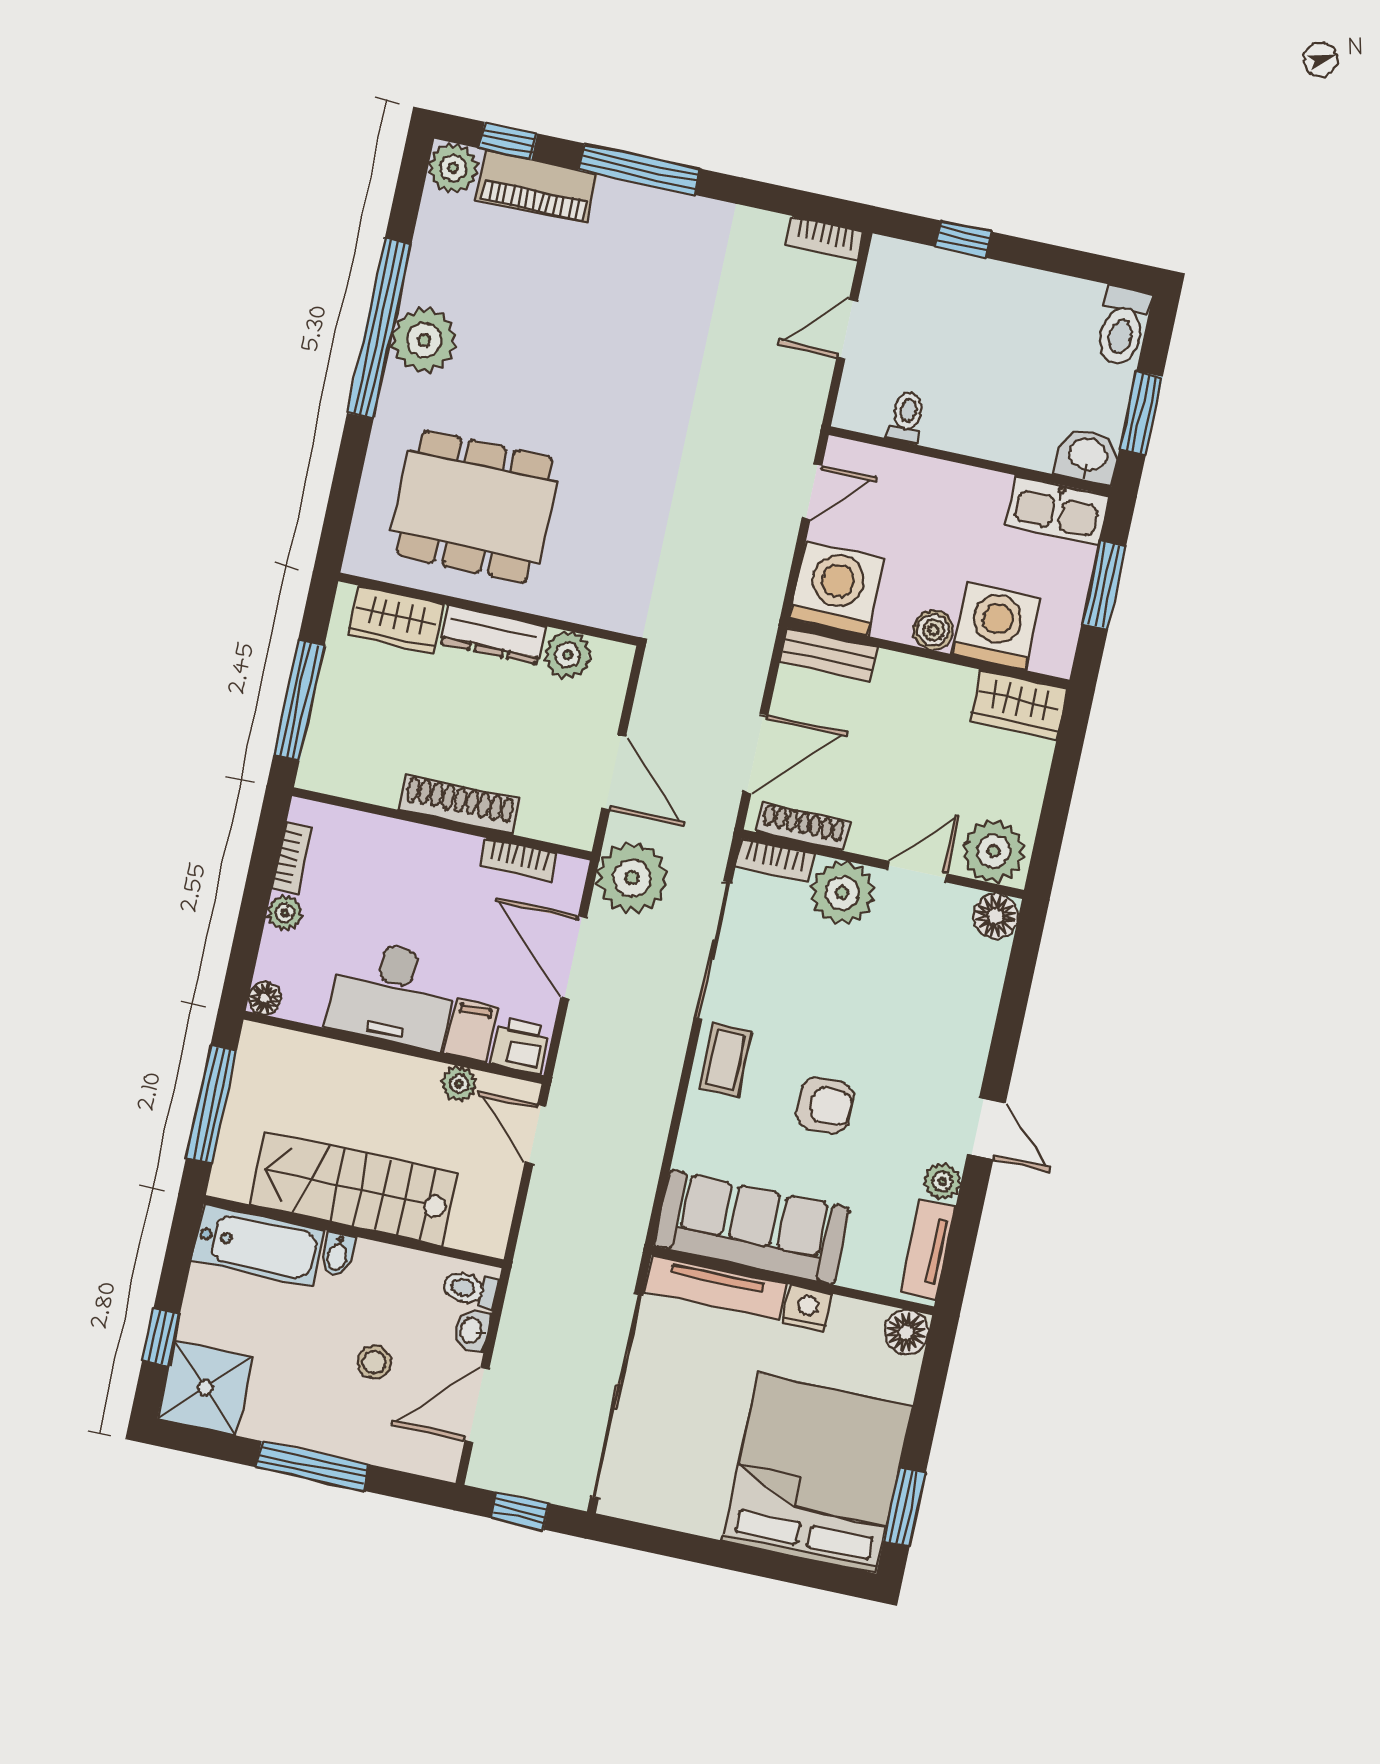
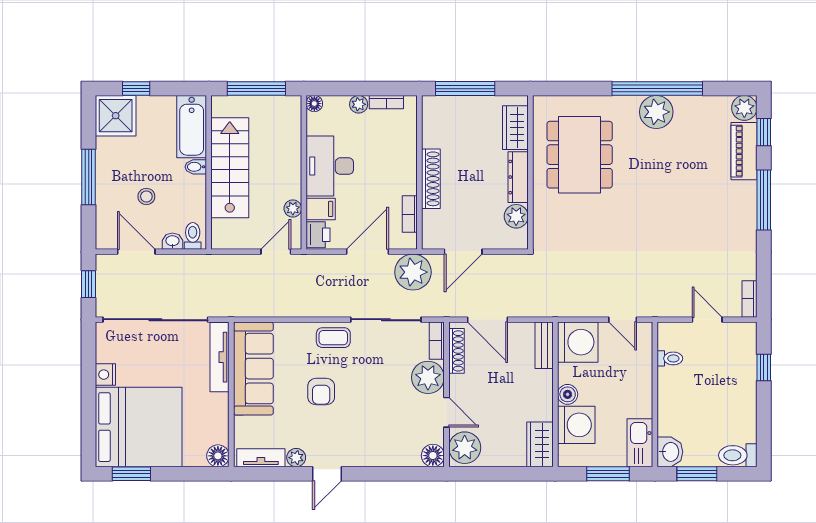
nightstand: (807, 1309) -> (105, 375), moved, turned 180

